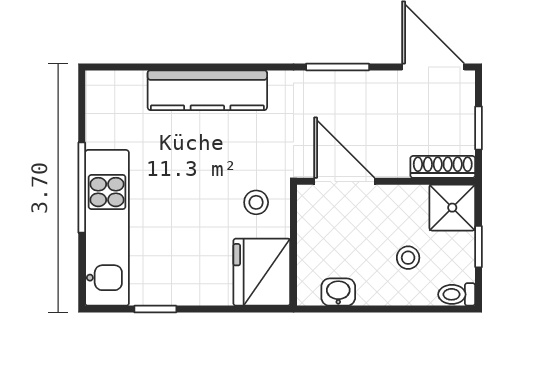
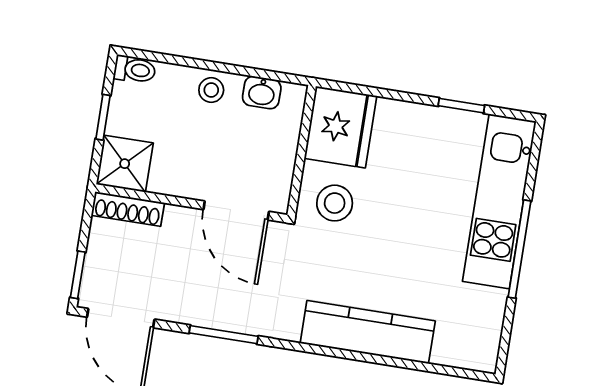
window: (479, 128) -> (78, 275), moved
stool: (256, 202) -> (335, 203), width x1.37, depth x1.37
stool: (408, 258) -> (211, 90), moved

